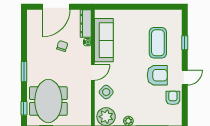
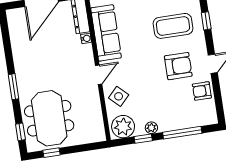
coffee table: (158, 43) -> (173, 26), turned 90
chair: (62, 46) -> (56, 48), removed
armchair: (173, 98) -> (202, 91), turned -90

